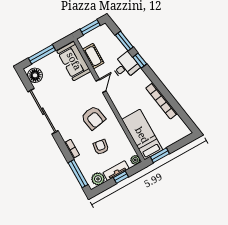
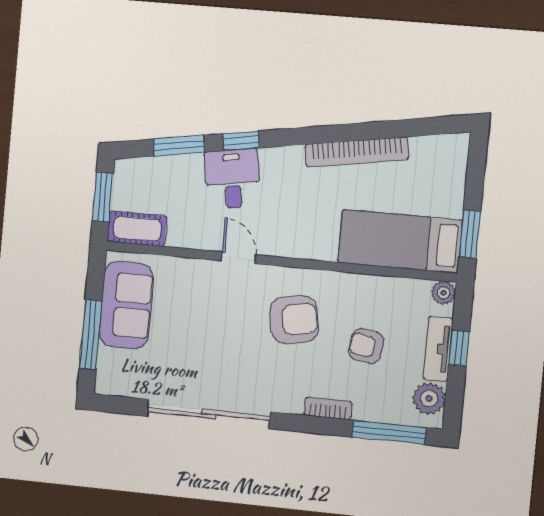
cot: (93, 56) -> (137, 229), moved
sofa: (74, 61) -> (126, 305), moved, turned -90
floor lamp: (35, 75) -> (124, 379), removed

